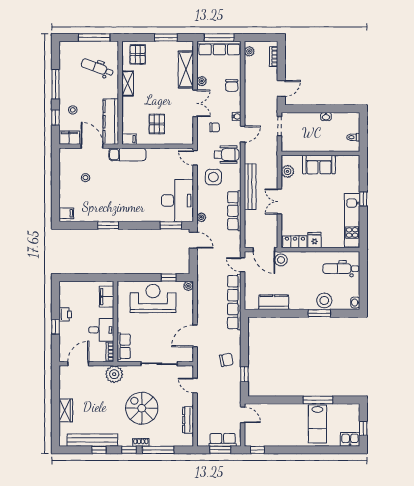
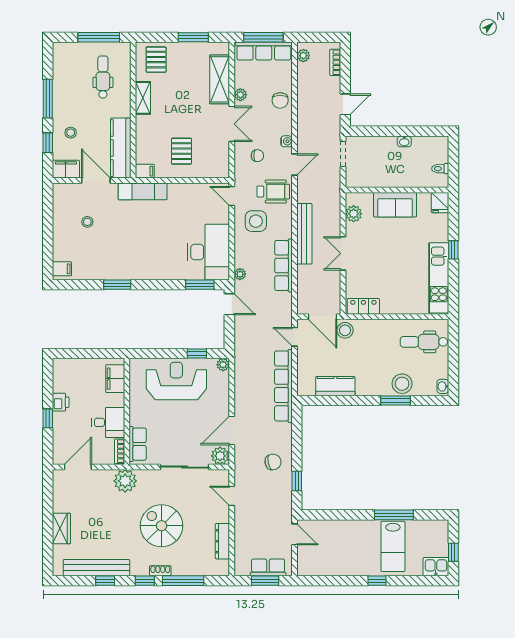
dental chair: (97, 68) -> (103, 77), turned 70
fridge: (314, 240) -> (440, 203), moved, turned 180
plant: (186, 355) -> (220, 456), added
window: (257, 450) -> (377, 581), moved

